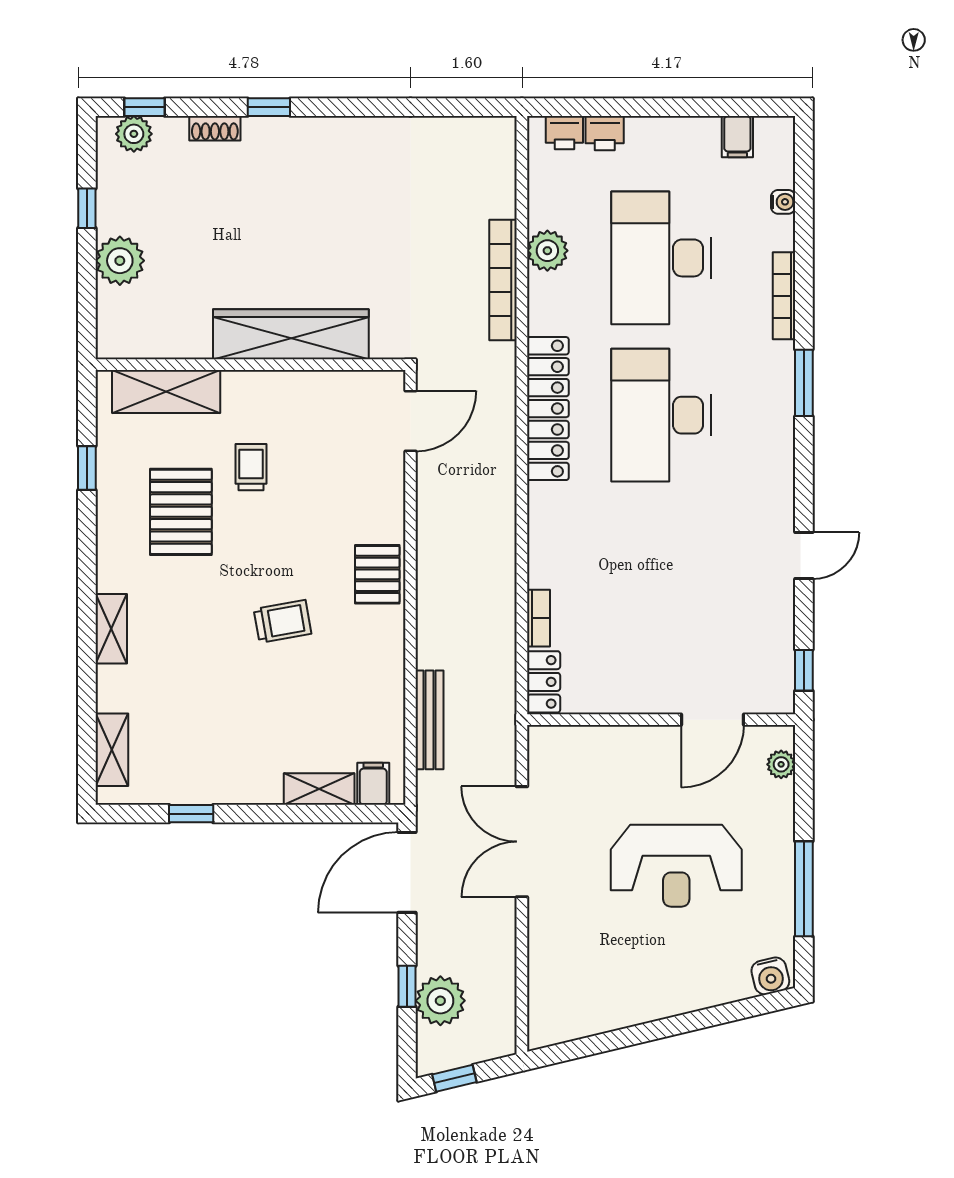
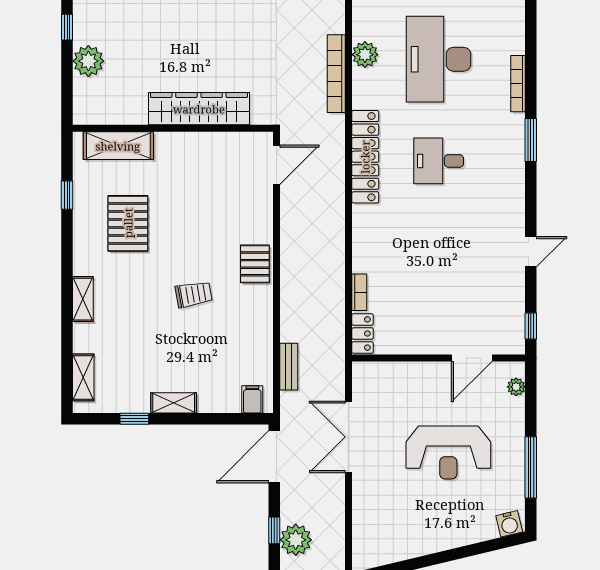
water cooler: (783, 202) -> (517, 23), removed
desk: (661, 415) -> (439, 161), width x0.53, depth x0.77
trolley: (251, 467) -> (173, 195), removed
bench: (430, 720) -> (289, 367), width x0.73
shelving: (319, 789) -> (174, 403), moved

